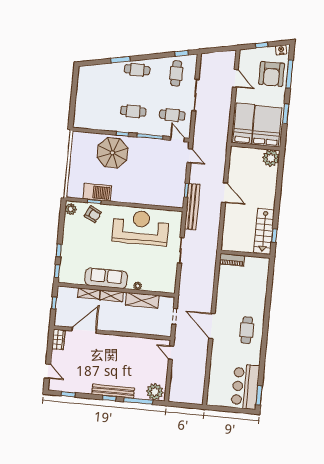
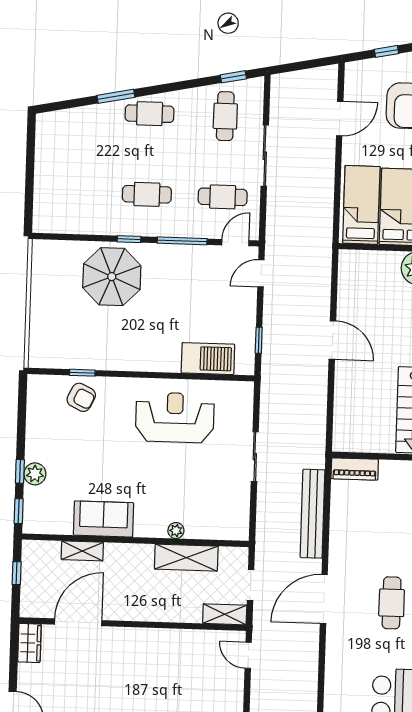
door: (235, 78) -> (340, 119), hinge flipped
door: (177, 139) -> (235, 243), hinge flipped
door: (190, 156) -> (261, 273), swing flipped
barbecue: (97, 192) -> (208, 359), moved
bench: (192, 207) -> (313, 514), moved
plant: (71, 209) -> (35, 474), moved
reception desk: (141, 228) -> (175, 417), width x0.74, depth x0.77
sofa: (106, 278) -> (104, 519), width x0.73
shelving: (111, 296) -> (225, 614), moved
door: (212, 326) -> (324, 599), hinge flipped

